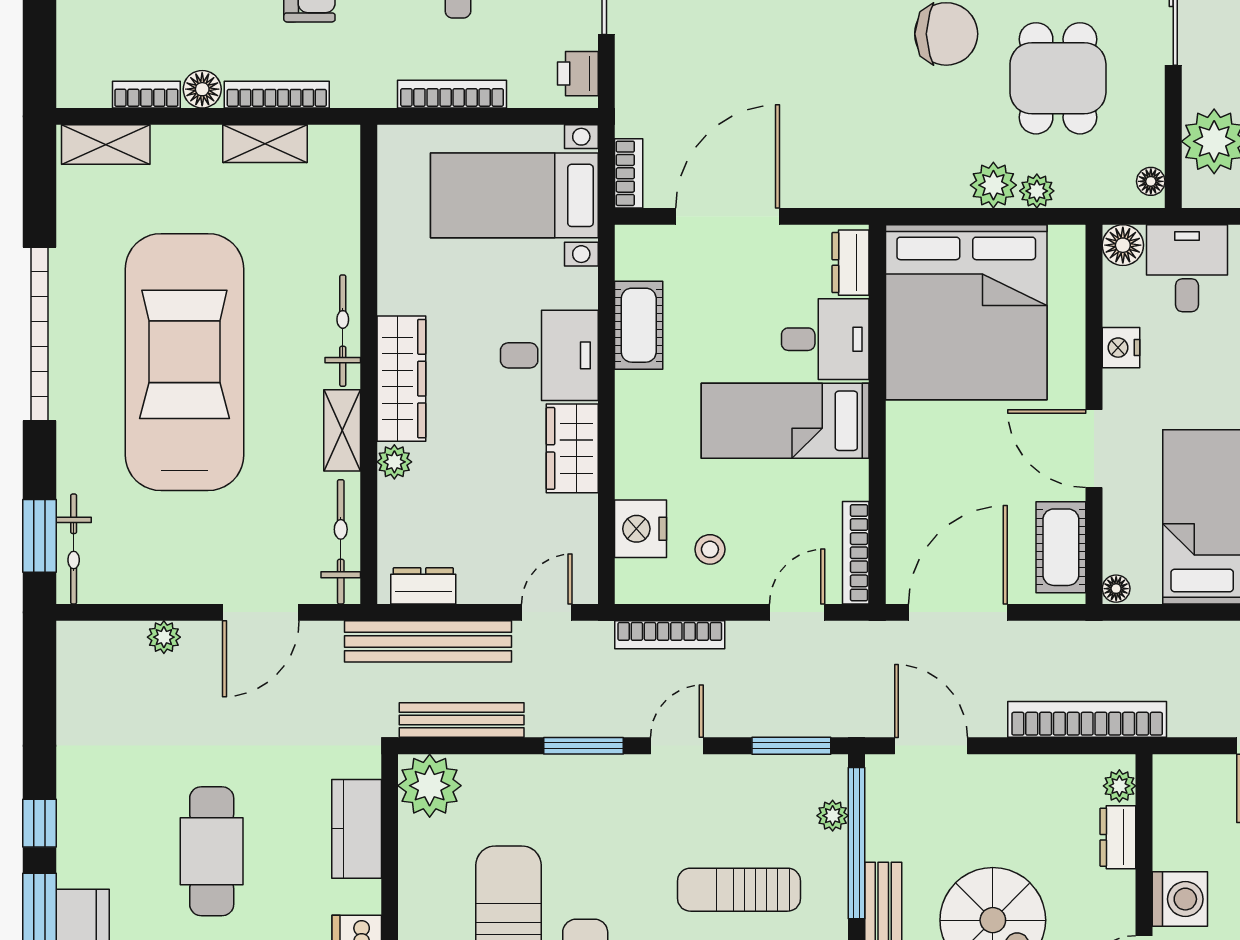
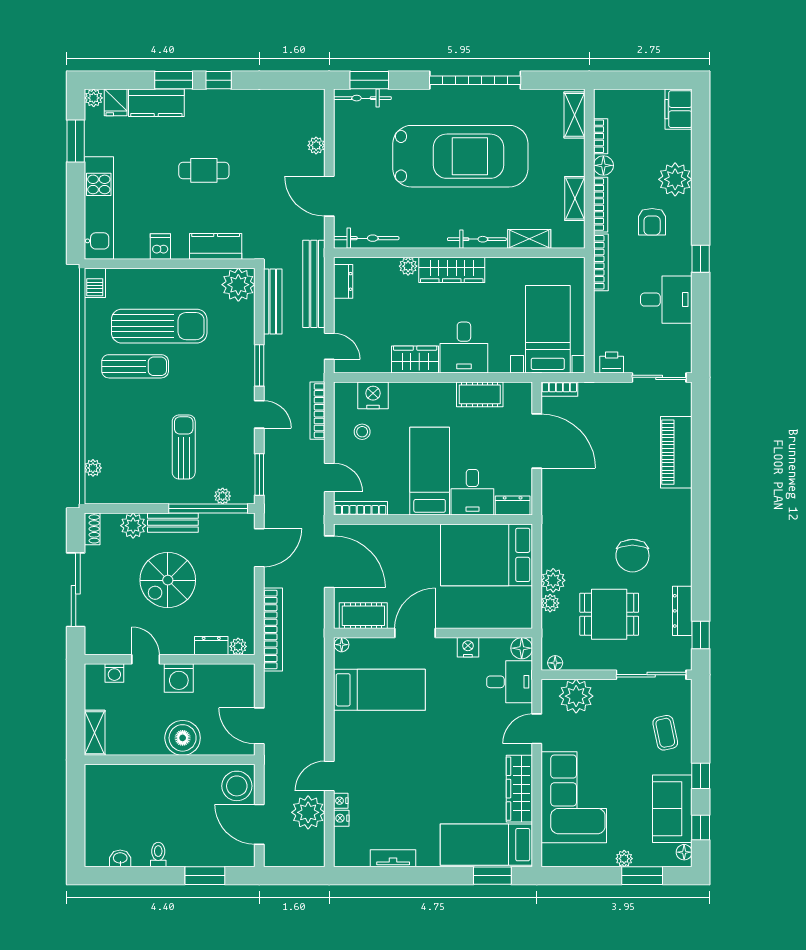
bookcase: (452, 94) -> (601, 262), moved
bed: (966, 312) -> (486, 555), width x0.73
shelving: (342, 430) -> (529, 239), moved
cafe table: (212, 851) -> (204, 170), width x0.73, depth x0.74

